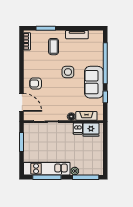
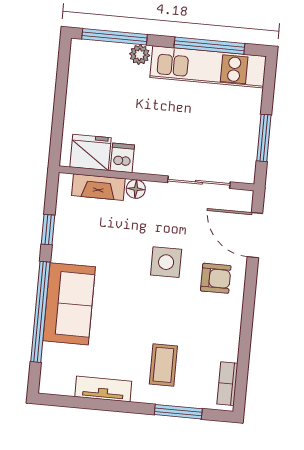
side table: (68, 72) -> (166, 262), moved
sofa: (94, 82) -> (69, 304), moved

